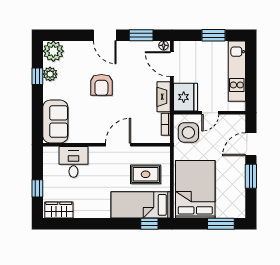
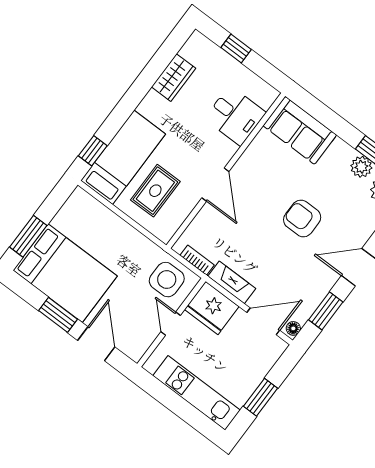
bed: (195, 189) -> (65, 273), moved
wardrobe: (59, 210) -> (174, 78), moved

